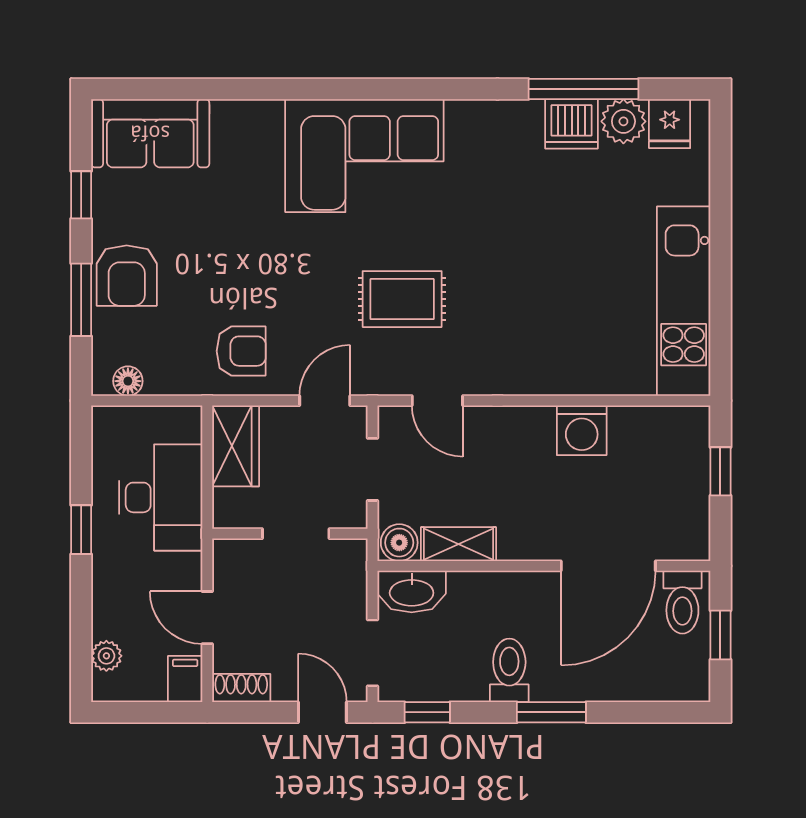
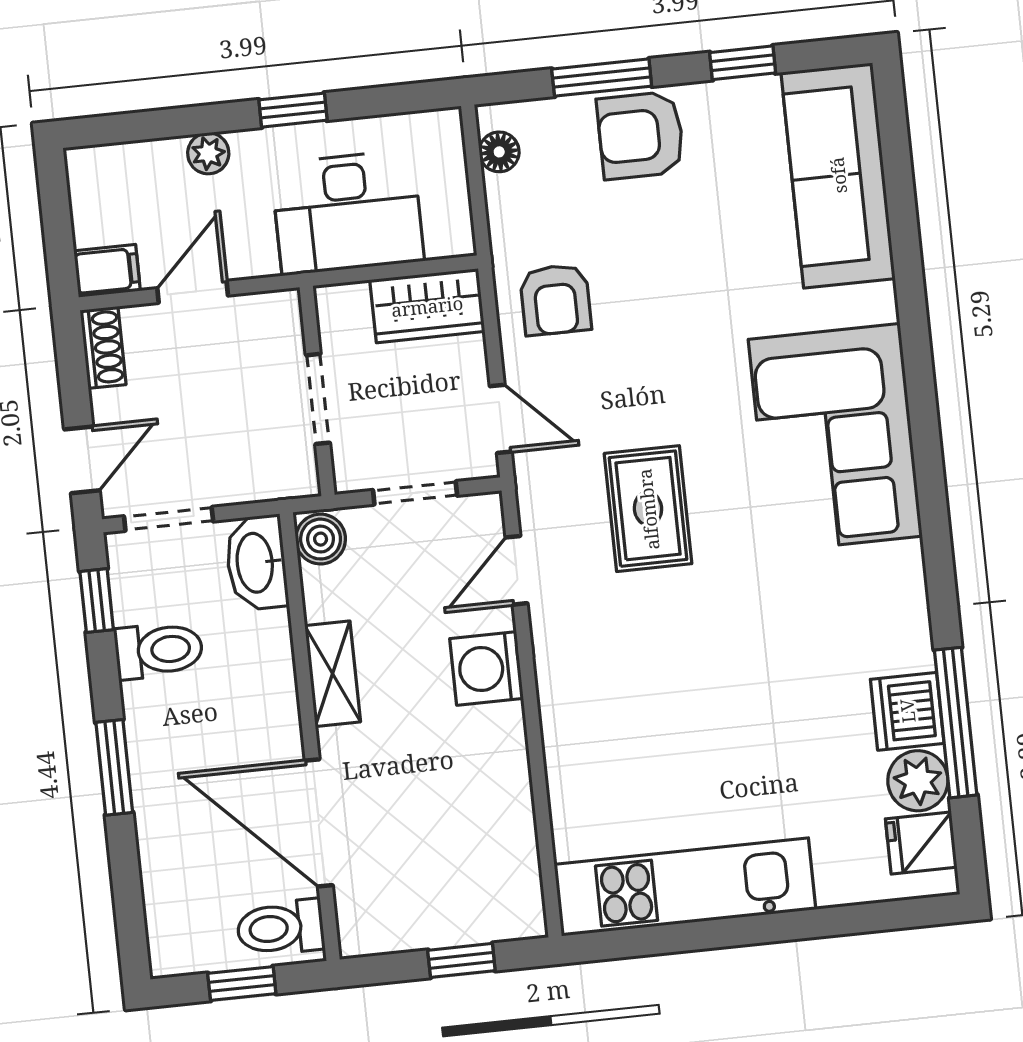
sofa: (150, 133) -> (838, 175), width x1.36
washing machine: (582, 430) -> (487, 668), moved
shelving: (458, 544) -> (333, 674), moved
plant: (106, 656) -> (208, 153), moved
toilet: (509, 670) -> (159, 650), moved

